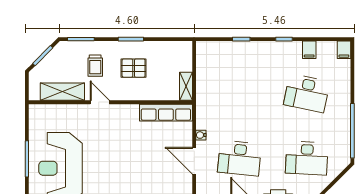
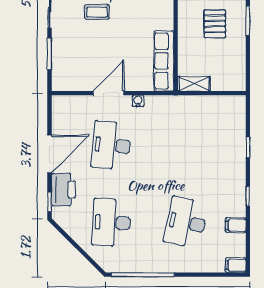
coffee table: (123, 171) -> (97, 12), added

